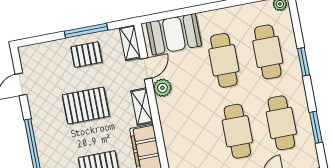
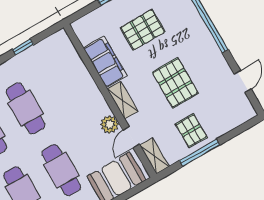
pallet: (86, 55) -> (191, 131), turned 90
pallet: (86, 106) -> (175, 83), turned 90

